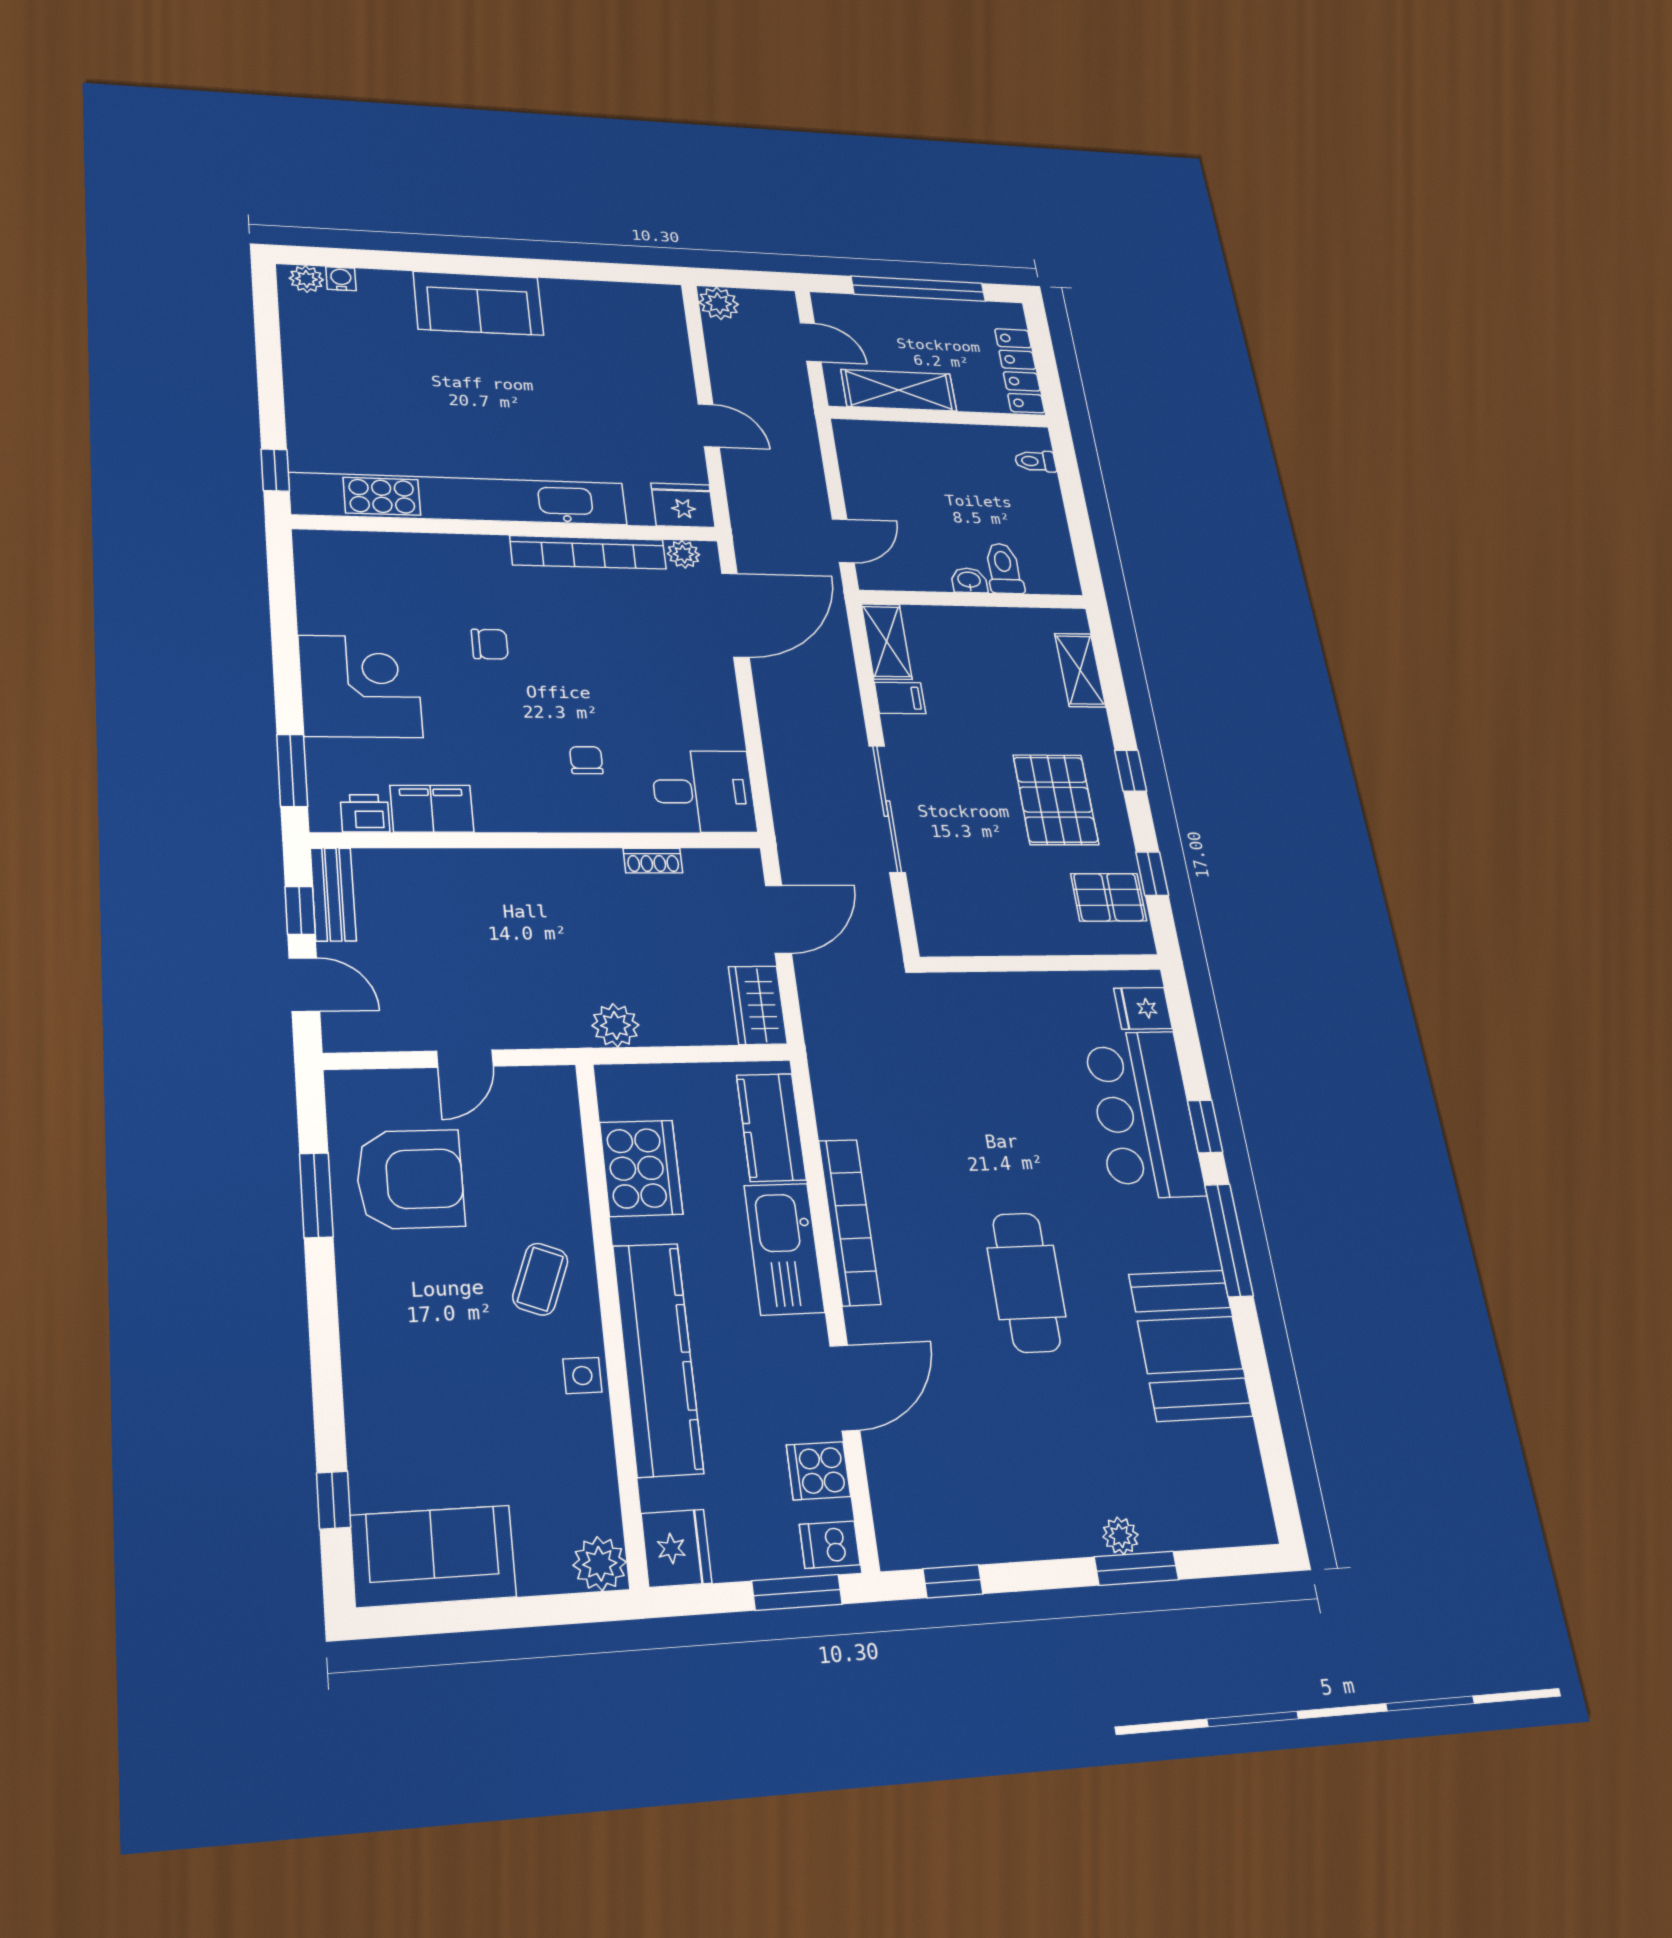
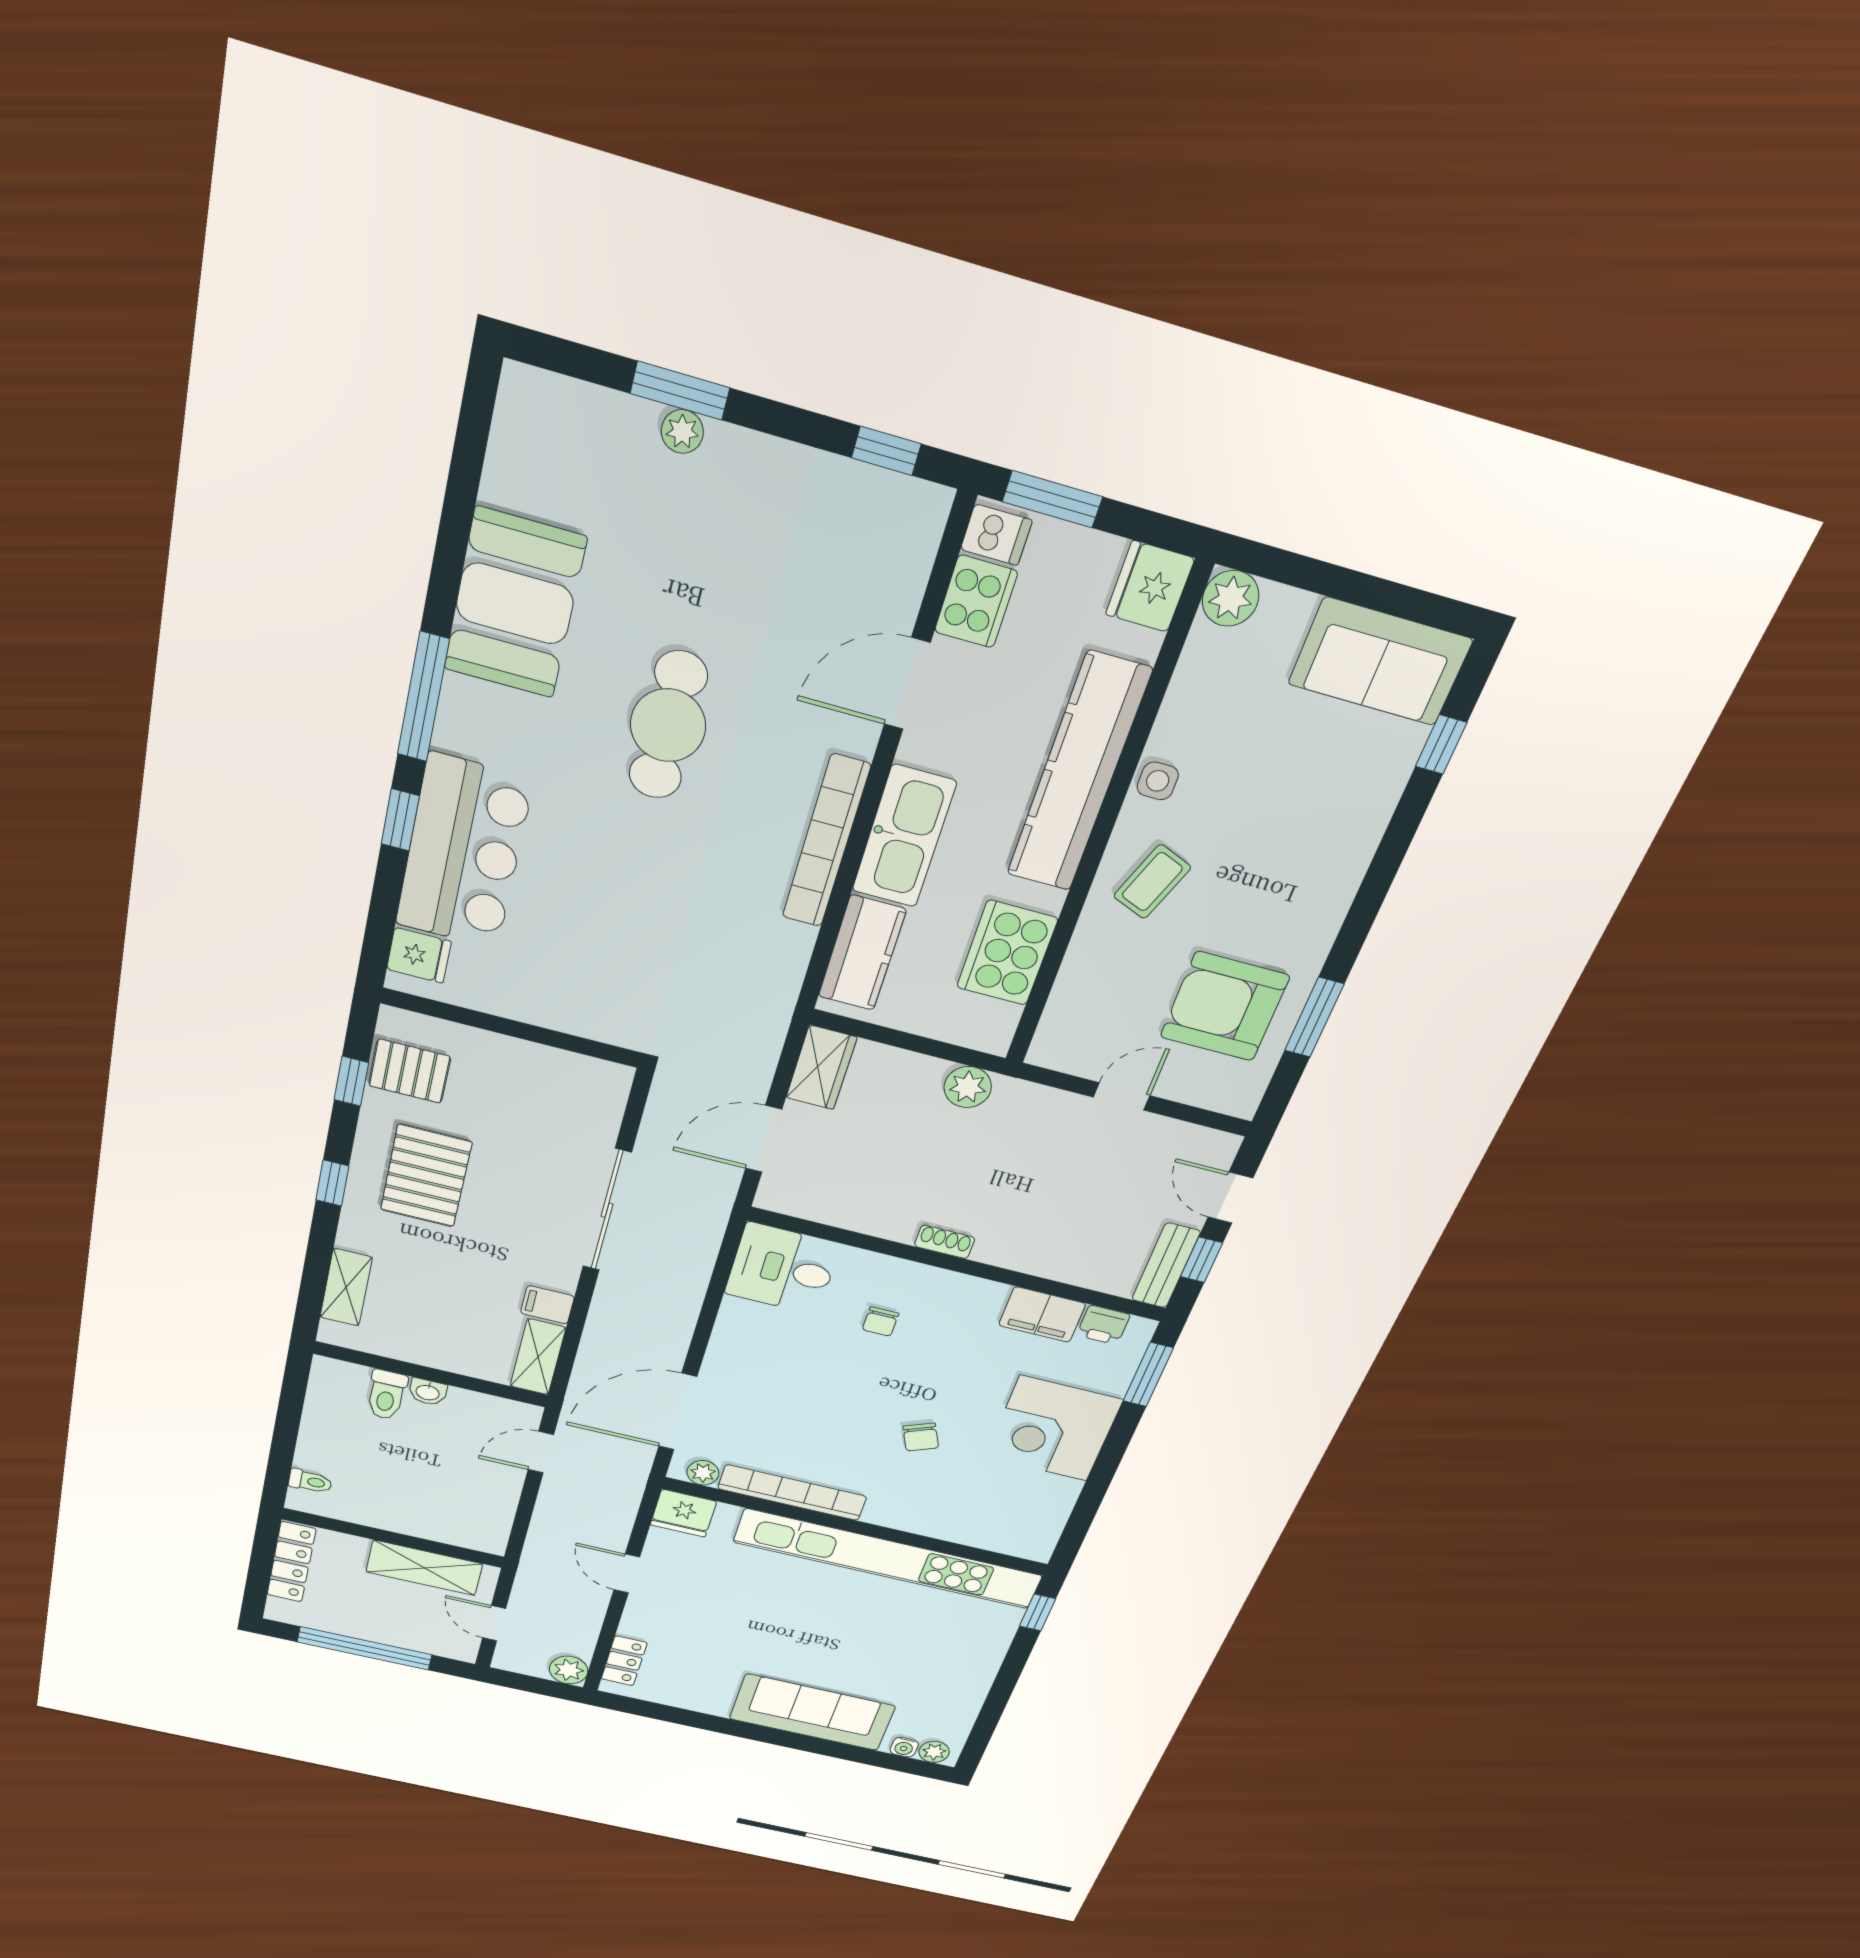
sofa: (478, 303) -> (812, 1712), width x1.36
locker: (670, 325) -> (624, 1661), added
chair: (490, 644) -> (921, 1437), turned -114
shoe rack: (653, 860) -> (945, 1242), moved
cooker: (818, 1471) -> (976, 602), width x1.36

